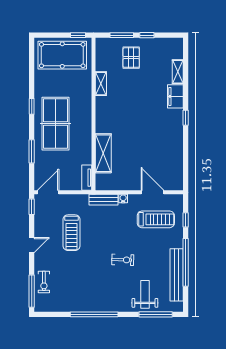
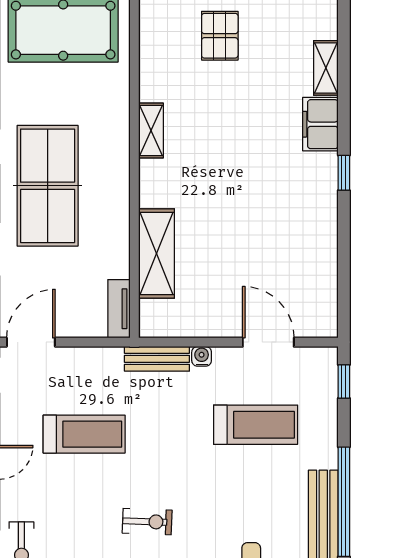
shelving: (101, 84) -> (151, 131), moved
treadmill: (156, 219) -> (256, 425), moved
window: (186, 220) -> (344, 381), moved
treadmill: (71, 233) -> (84, 434), turned -90
exercise bike: (123, 260) -> (147, 522), moved

